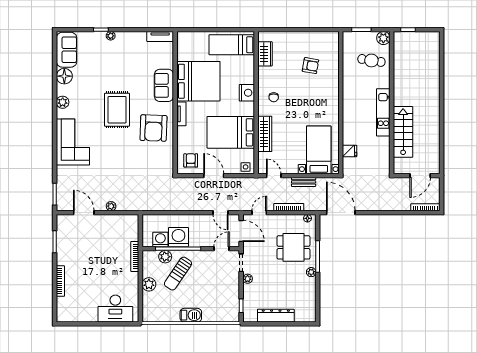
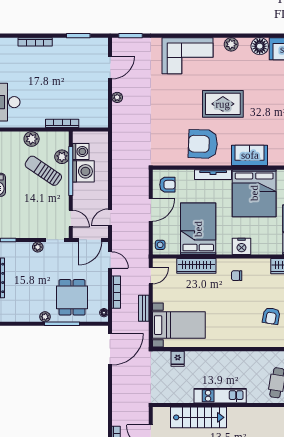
tv unit: (181, 114) -> (213, 175), width x1.41

